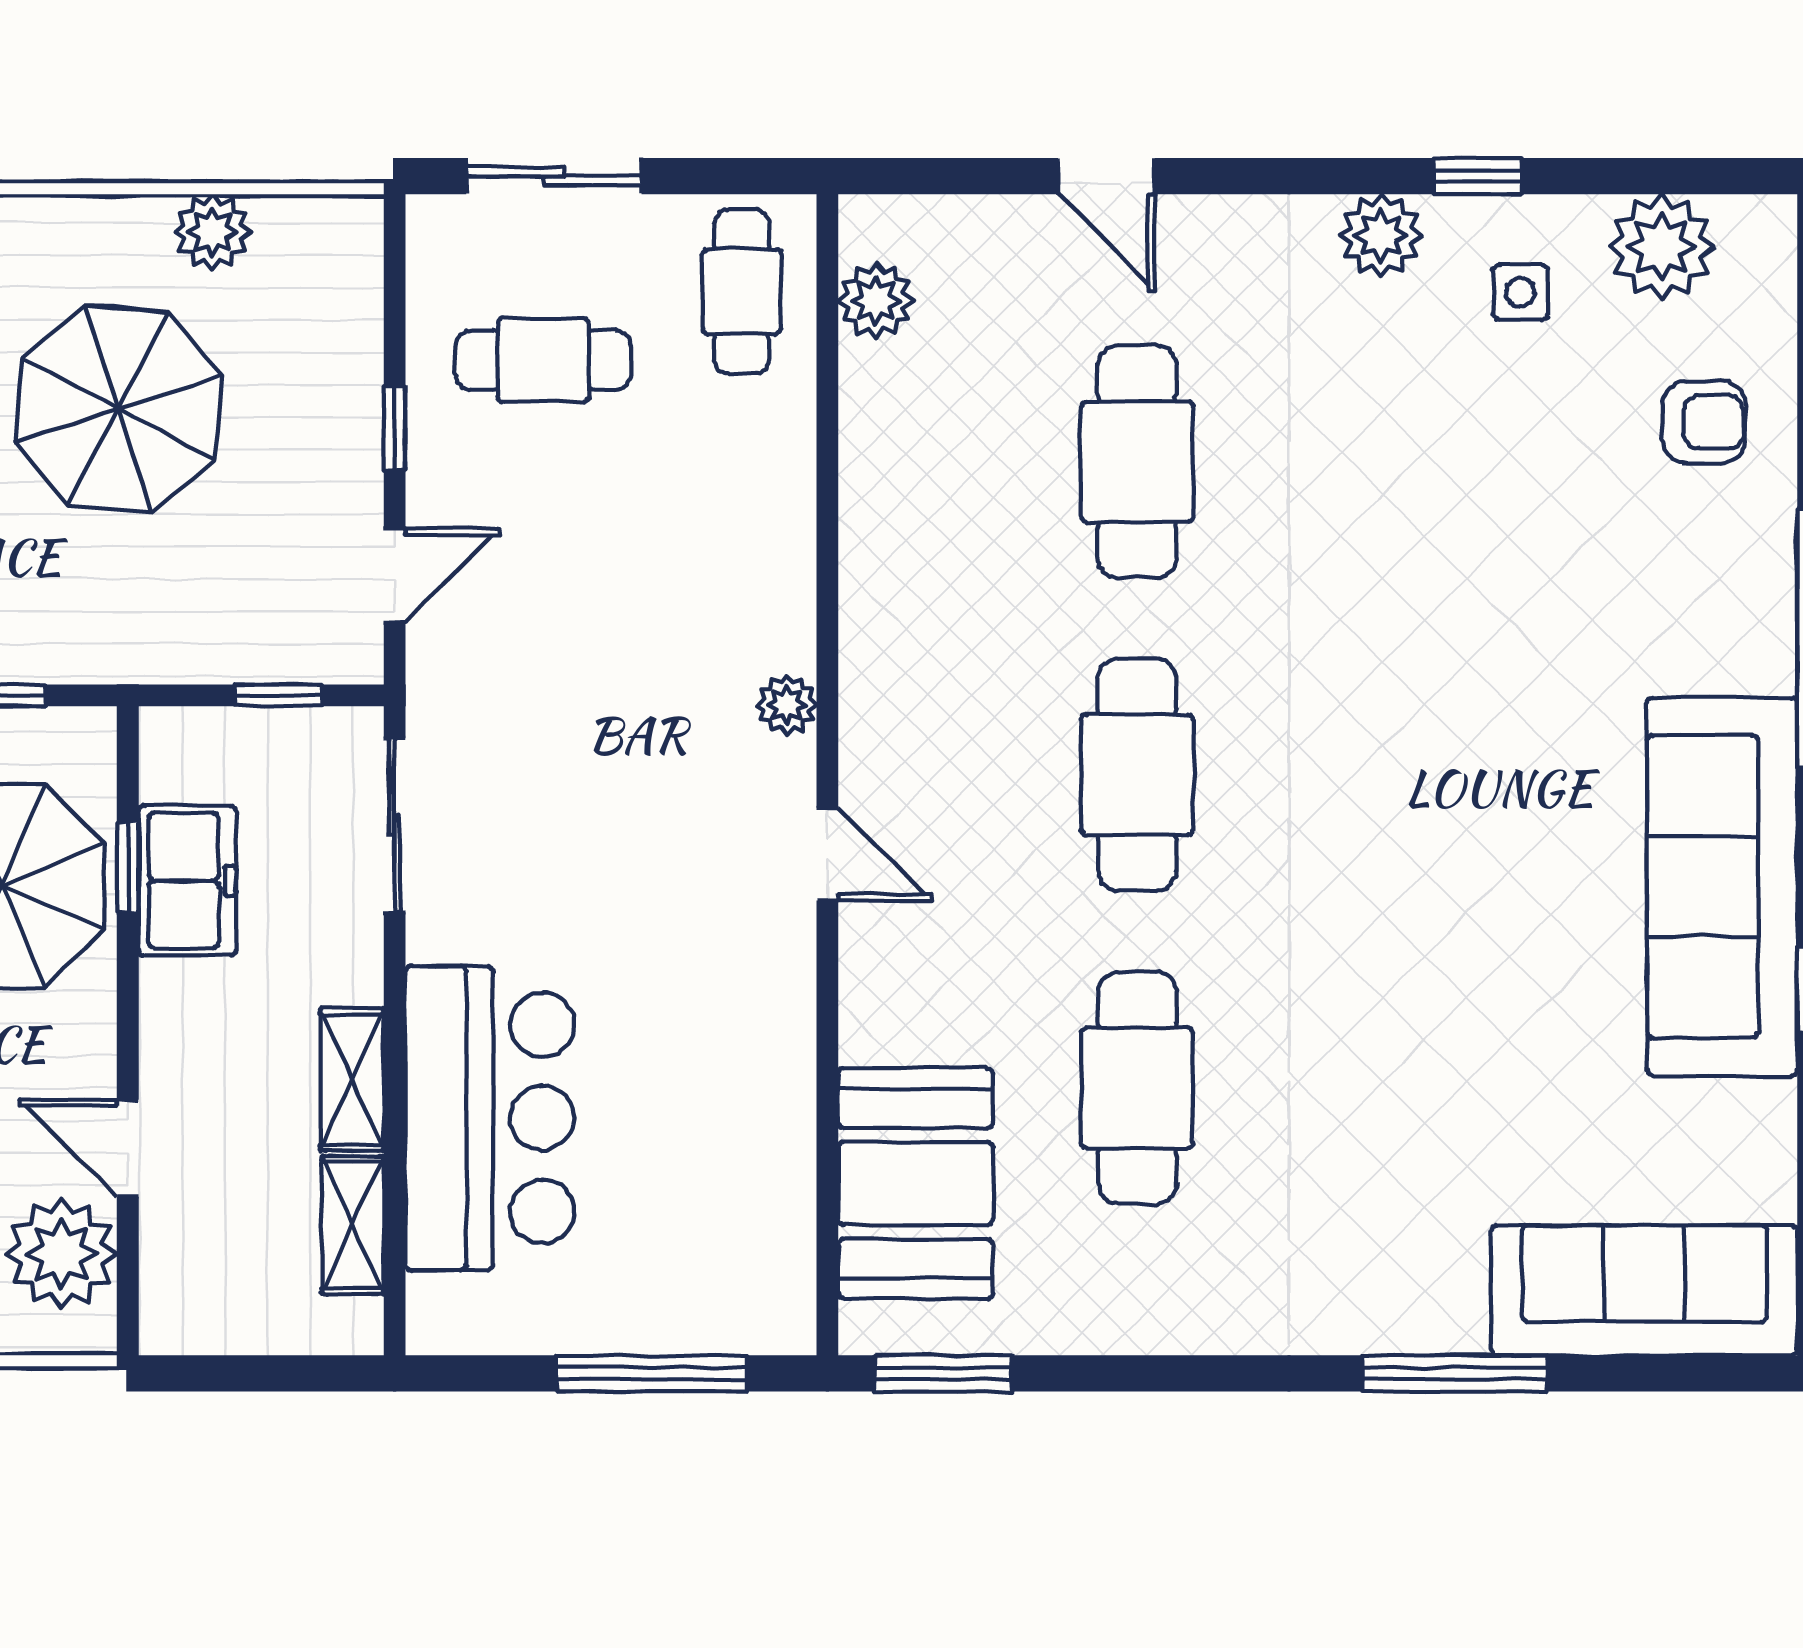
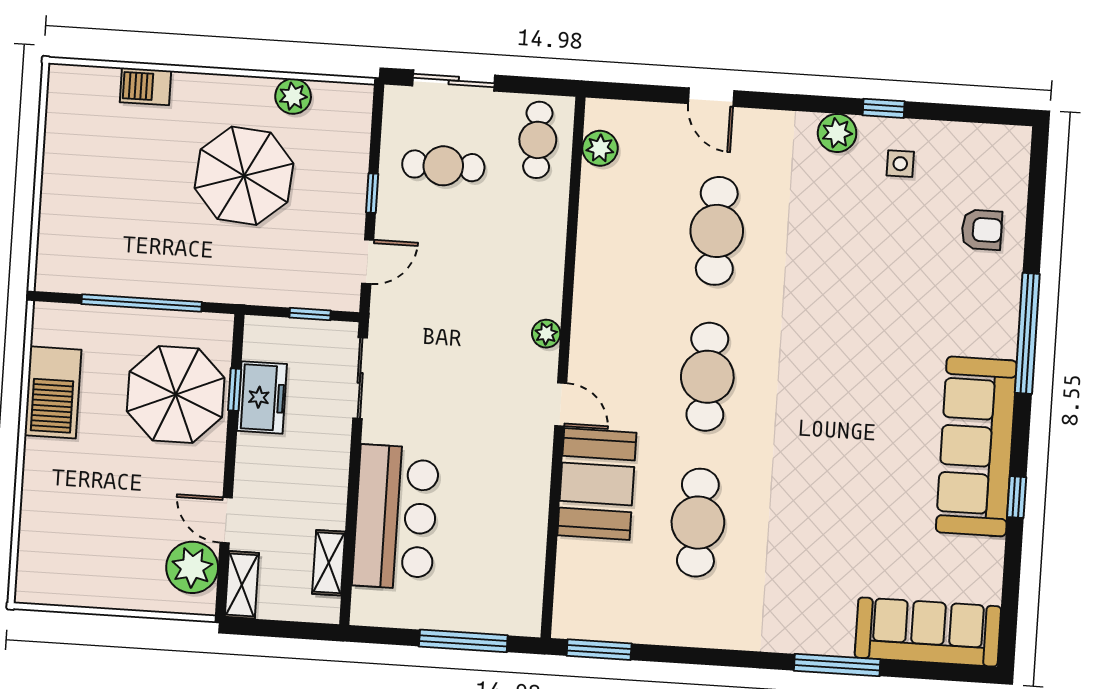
plant: (1662, 247) -> (967, 147), removed
shelving: (352, 1079) -> (242, 585), moved
booth: (916, 1183) -> (597, 484), moved

